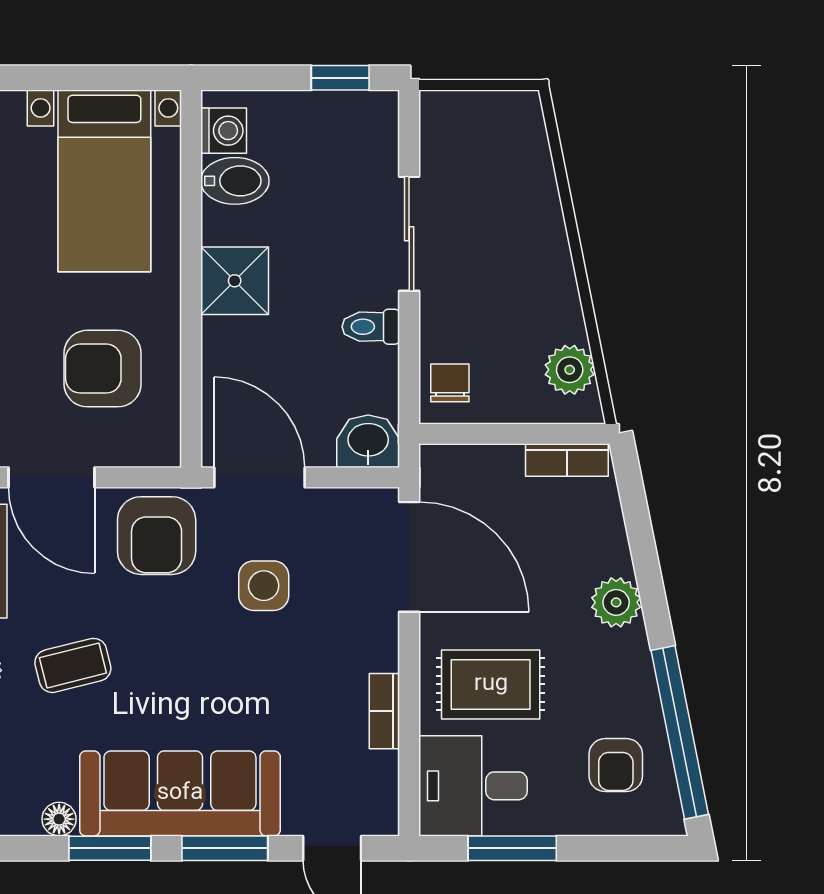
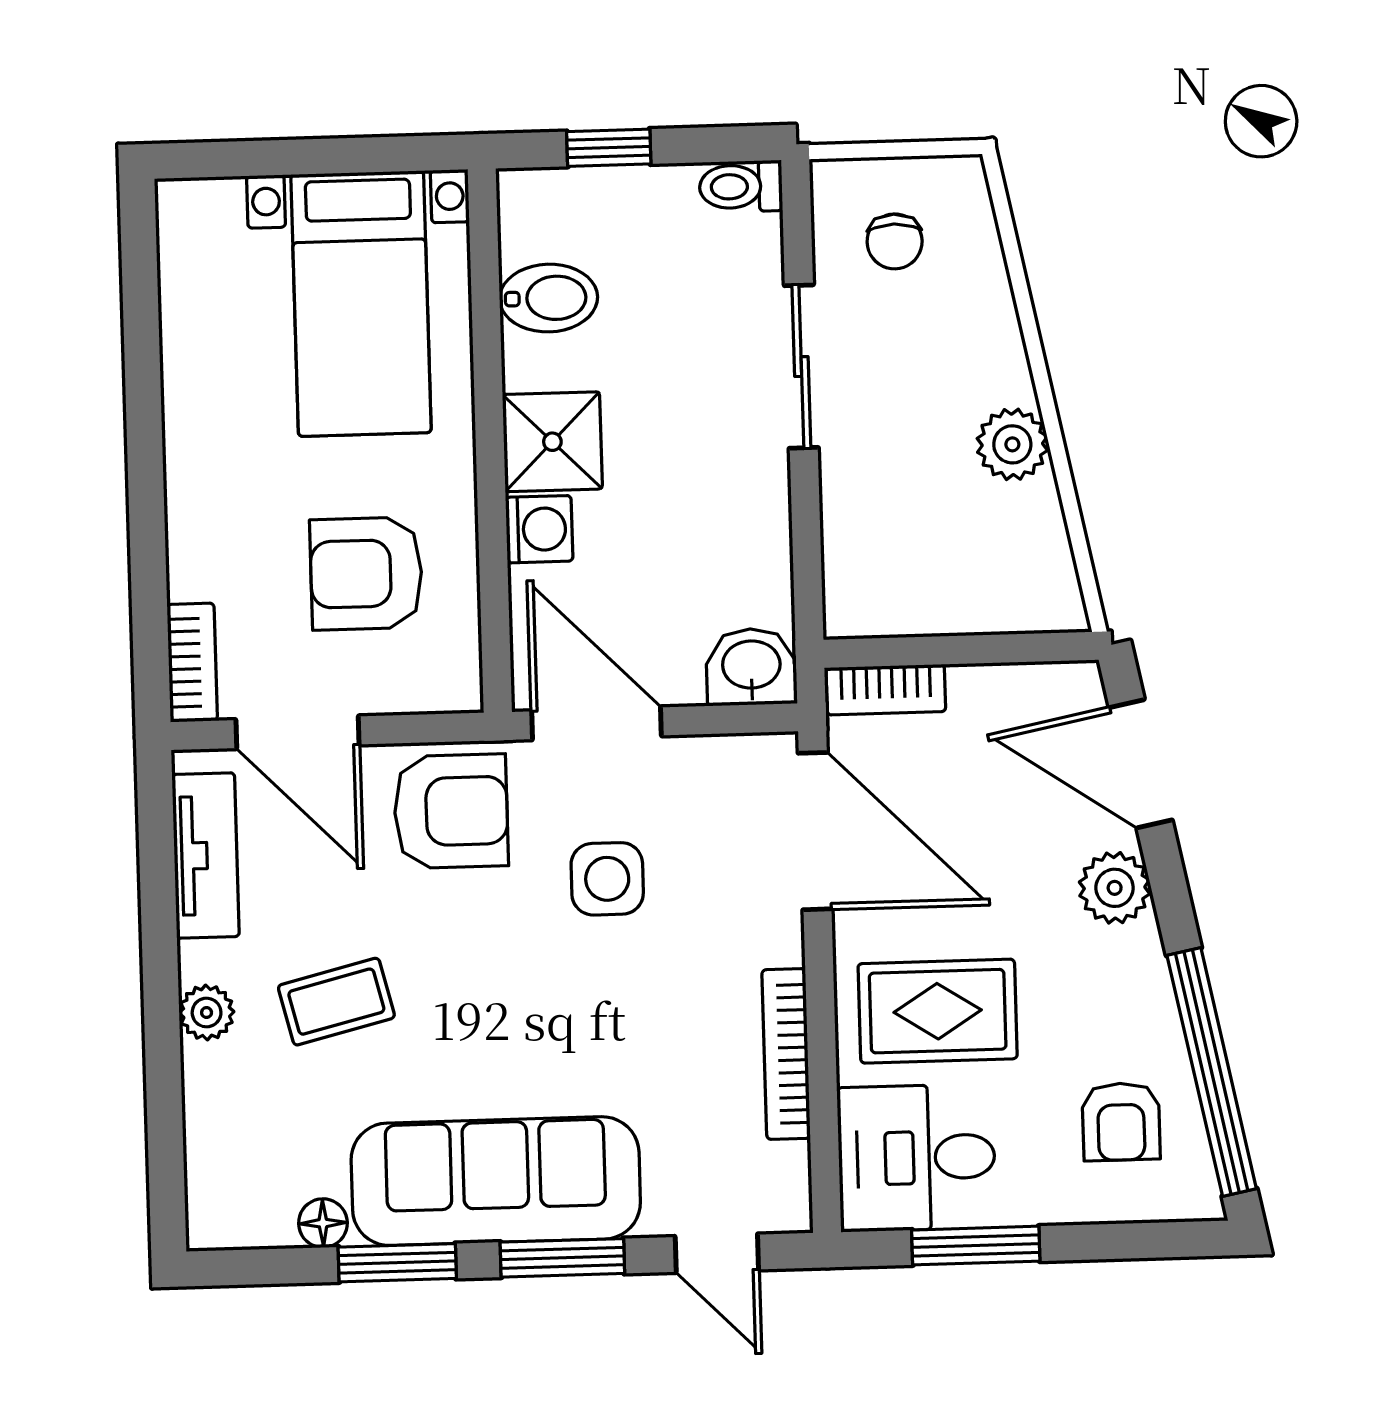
window: (340, 78) -> (609, 148), moved
washing machine: (224, 131) -> (539, 529), moved
toilet: (371, 327) -> (741, 187), moved
plant: (570, 370) -> (1012, 444), moved
chair: (450, 383) -> (895, 241), moved, turned 180
bookcase: (567, 460) -> (886, 690), moved
door: (637, 517) -> (1141, 764), added
armchair: (157, 536) -> (451, 811), turned -90
bookcase: (384, 711) -> (786, 1054), width x1.56

